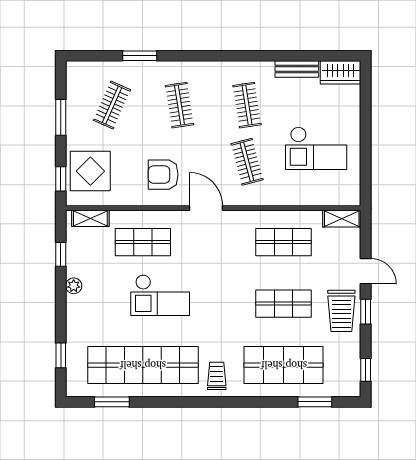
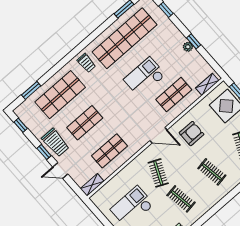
clothes rail: (247, 162) -> (158, 173), turned 39
window: (61, 254) -> (194, 41), moved
trolley: (341, 311) -> (55, 143), turned 180

